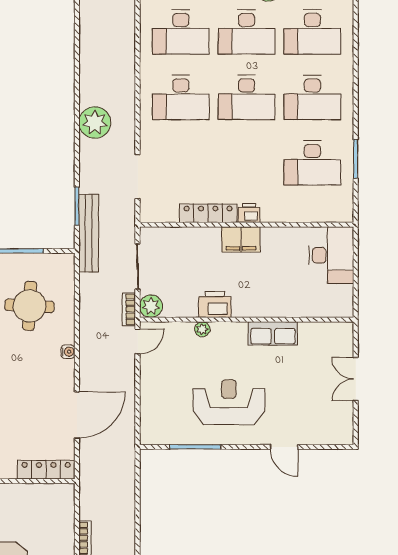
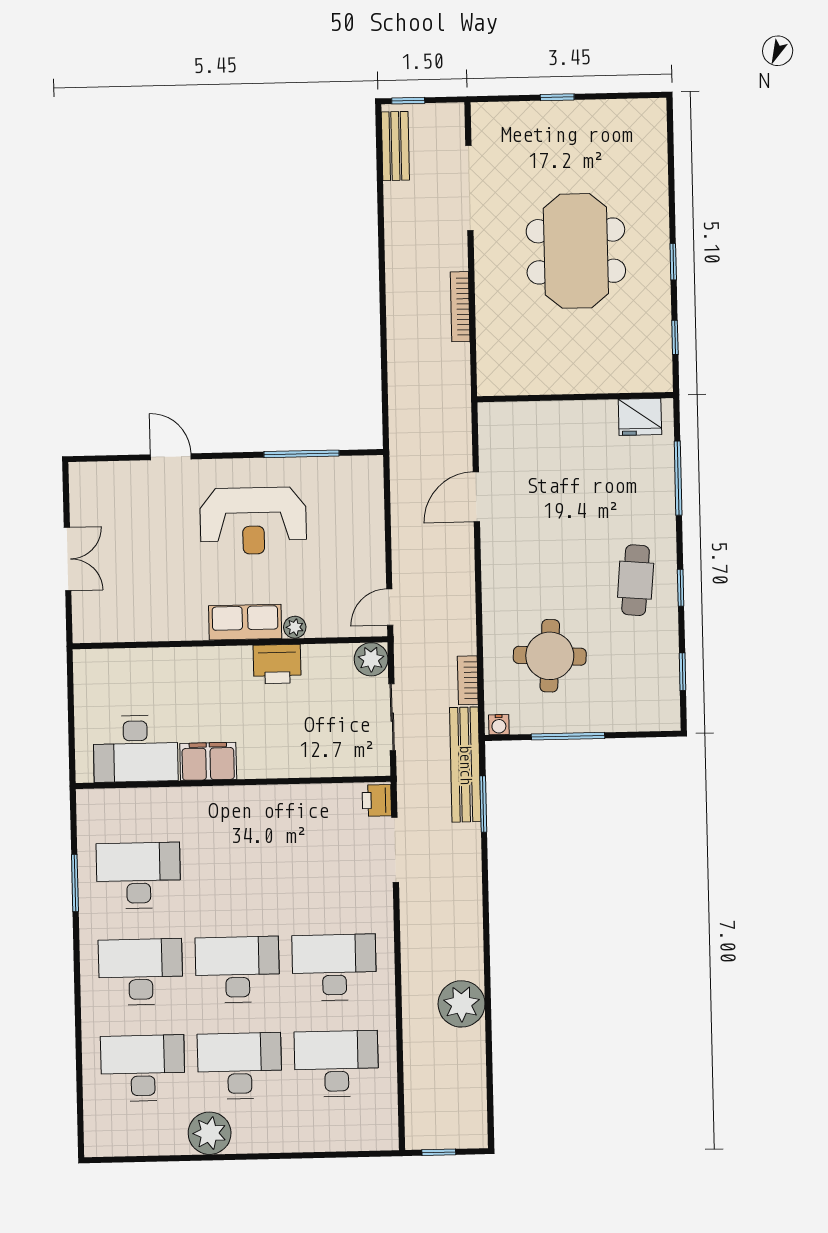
plant: (95, 123) -> (462, 1004), moved
locker: (208, 213) -> (290, 798), removed
printer: (249, 213) -> (377, 800), moved, turned 90
filing cabinet: (241, 239) -> (208, 761), moved
desk: (331, 255) -> (136, 749), moved, turned -90
bookcase: (129, 309) -> (468, 680), moved, turned 180
row of seats: (273, 333) -> (245, 622), moved
water cooler: (68, 352) -> (499, 725), moved, turned -90
door: (77, 415) -> (476, 497), width x0.73
locker: (46, 470) -> (520, 415), removed

